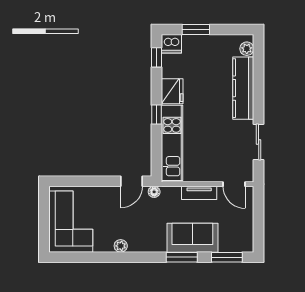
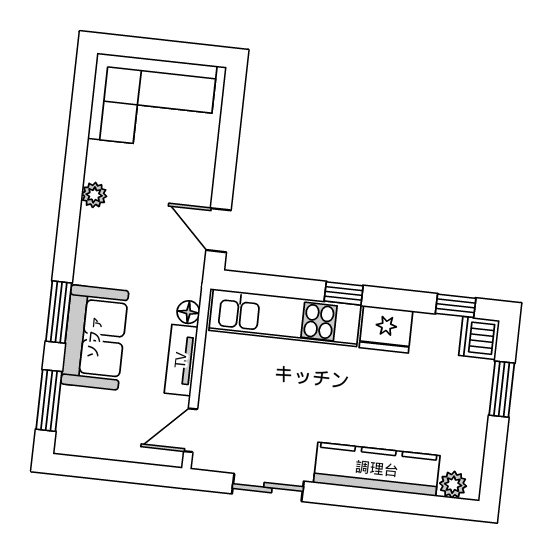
floor lamp: (154, 192) -> (188, 312), moved

